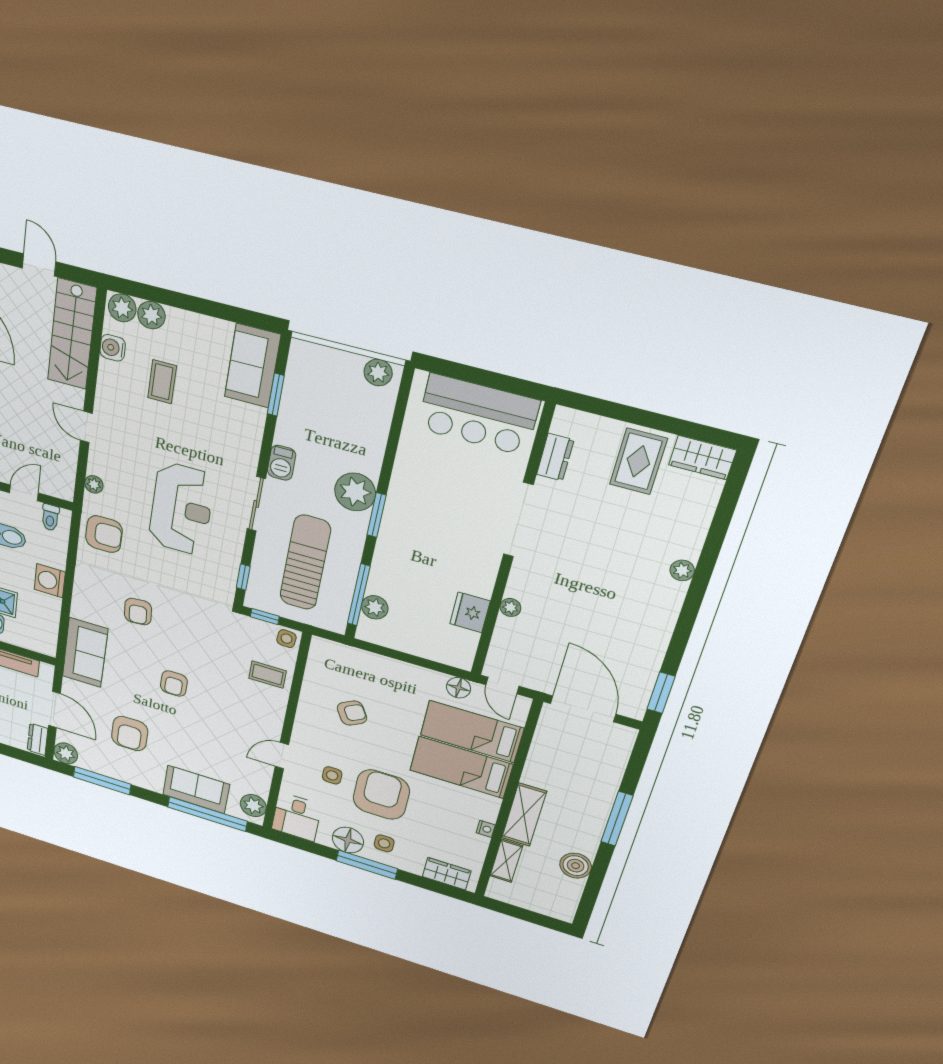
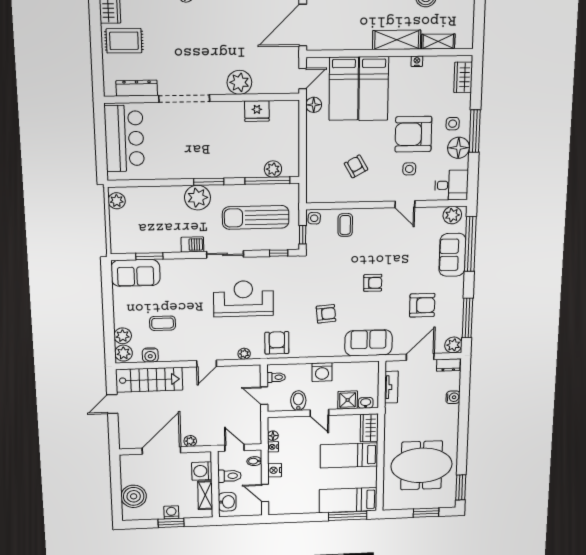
dresser: (555, 457) -> (137, 88), width x1.44
plant: (510, 607) -> (239, 82), width x1.88, depth x1.88

